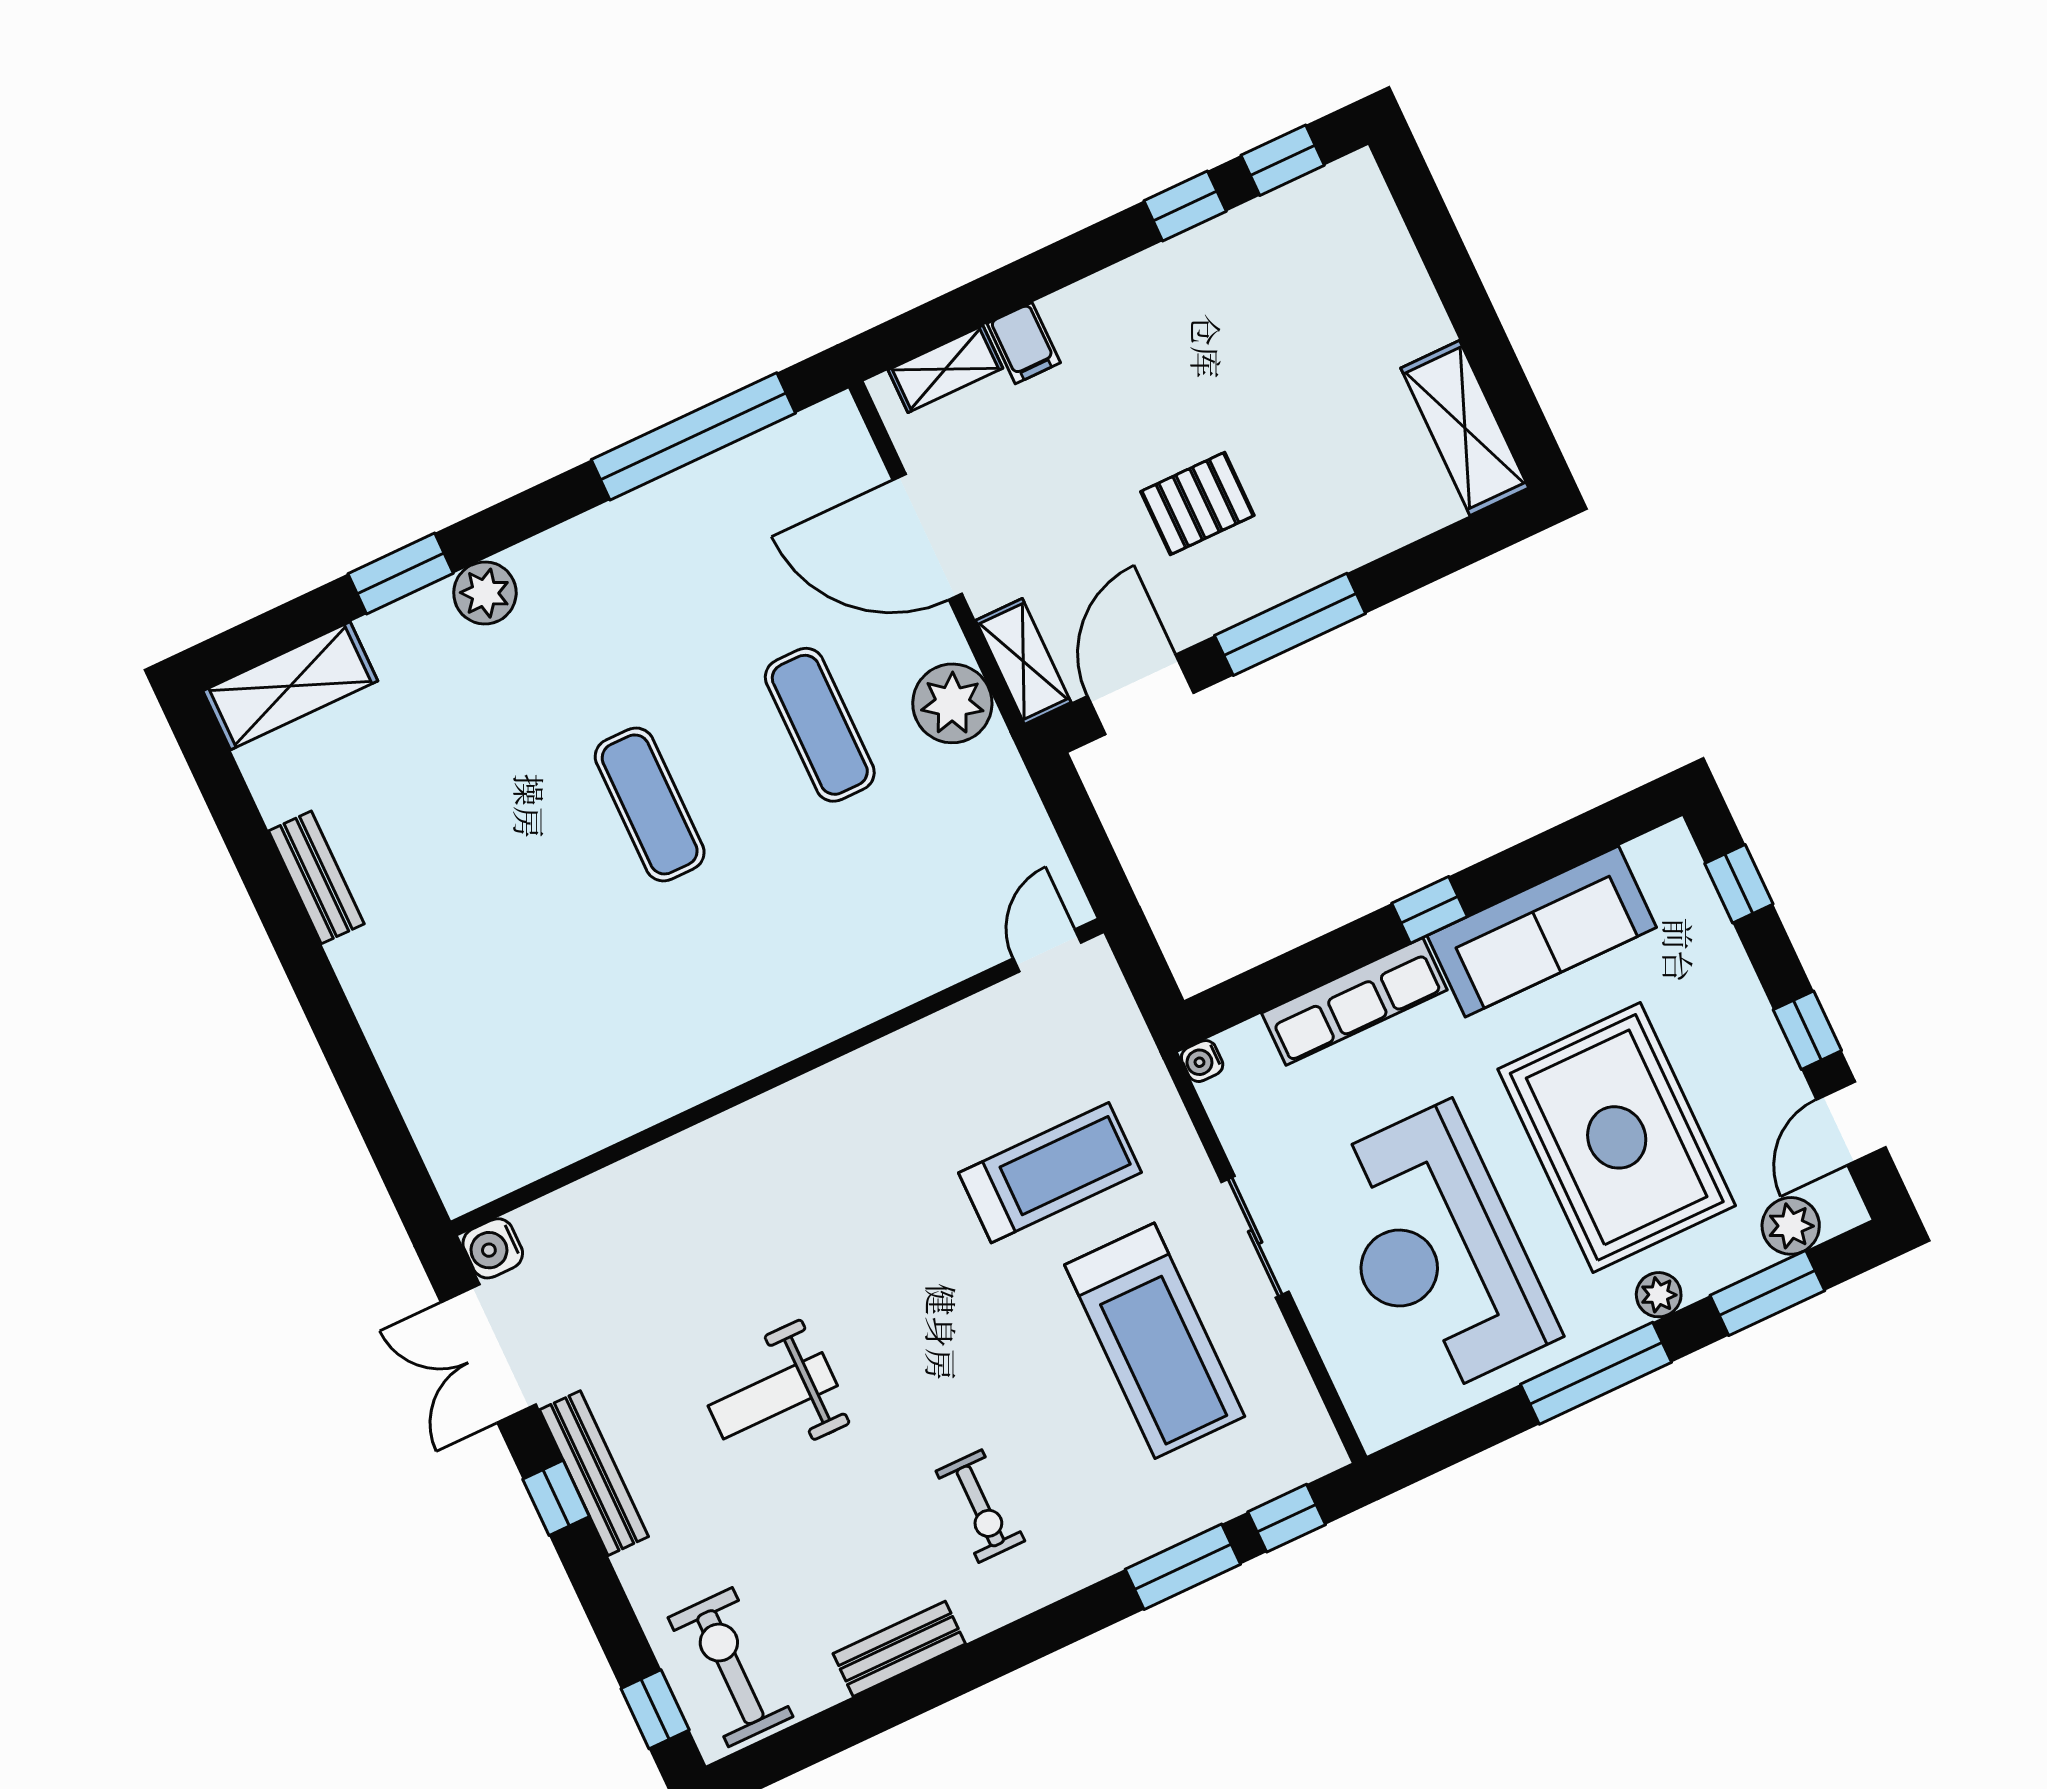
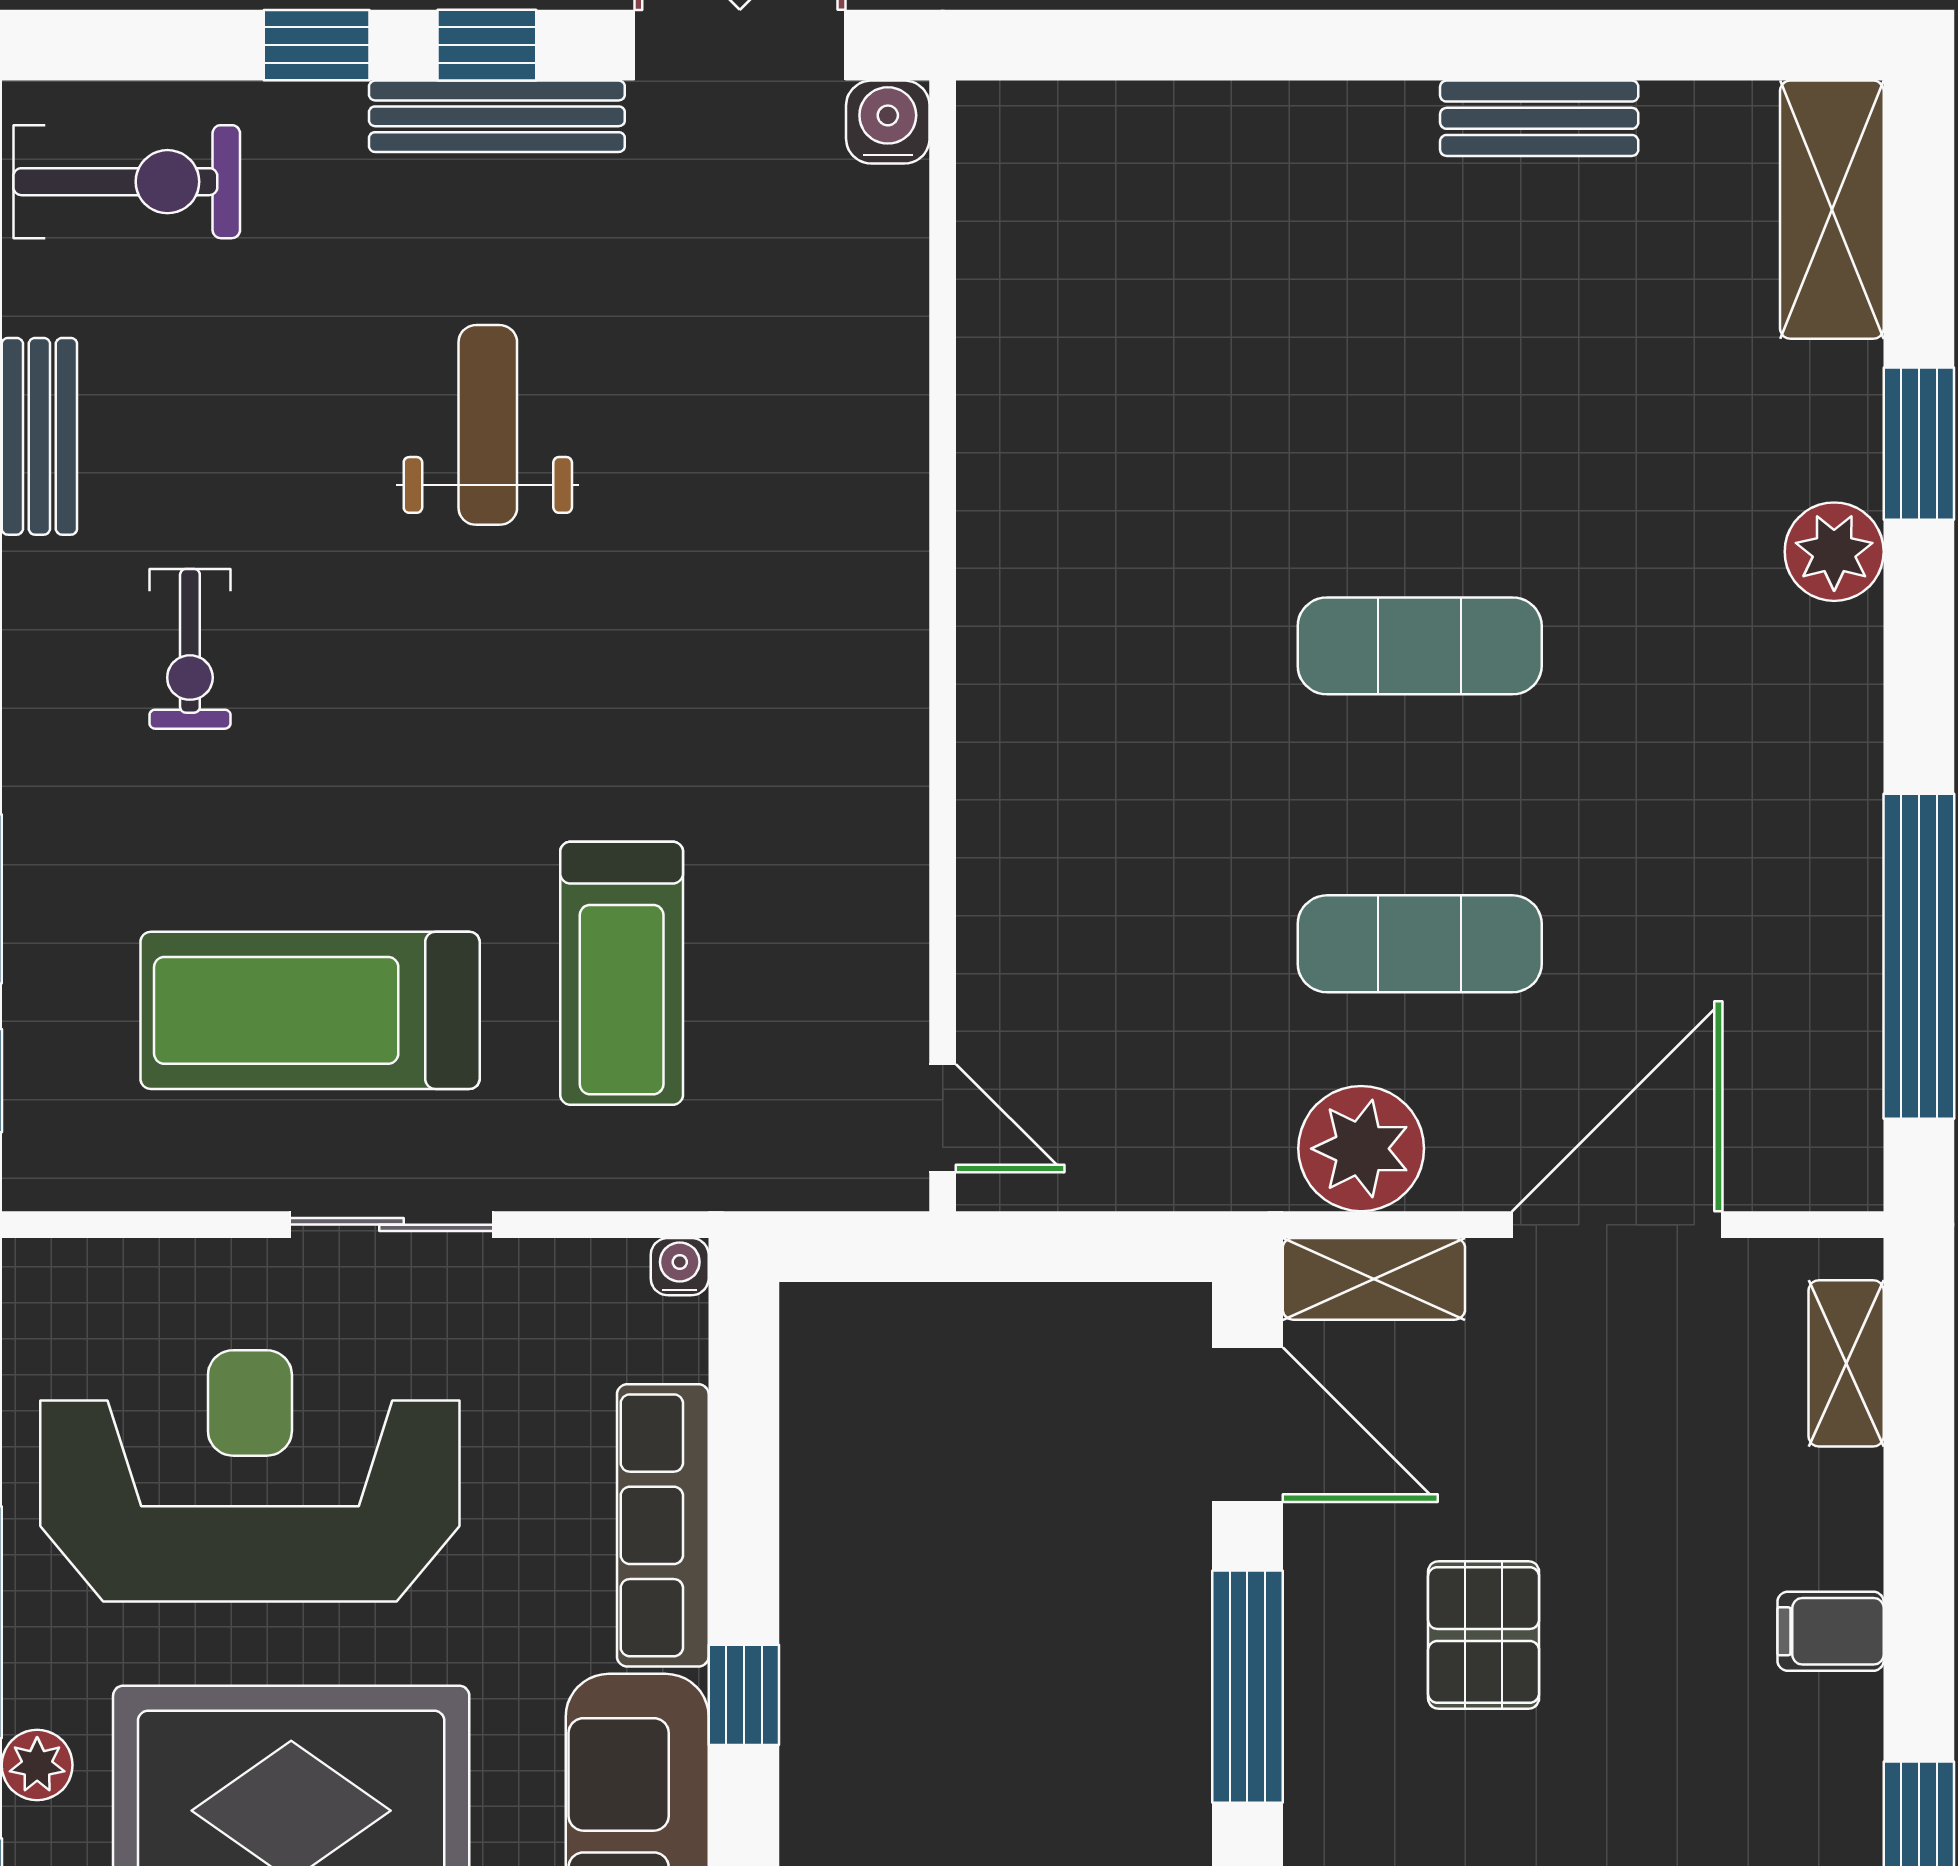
filing cabinet: (1024, 343) -> (1831, 1631), moved
exercise bike: (980, 1506) -> (190, 649), turned -90
window: (655, 1709) -> (317, 45), moved

